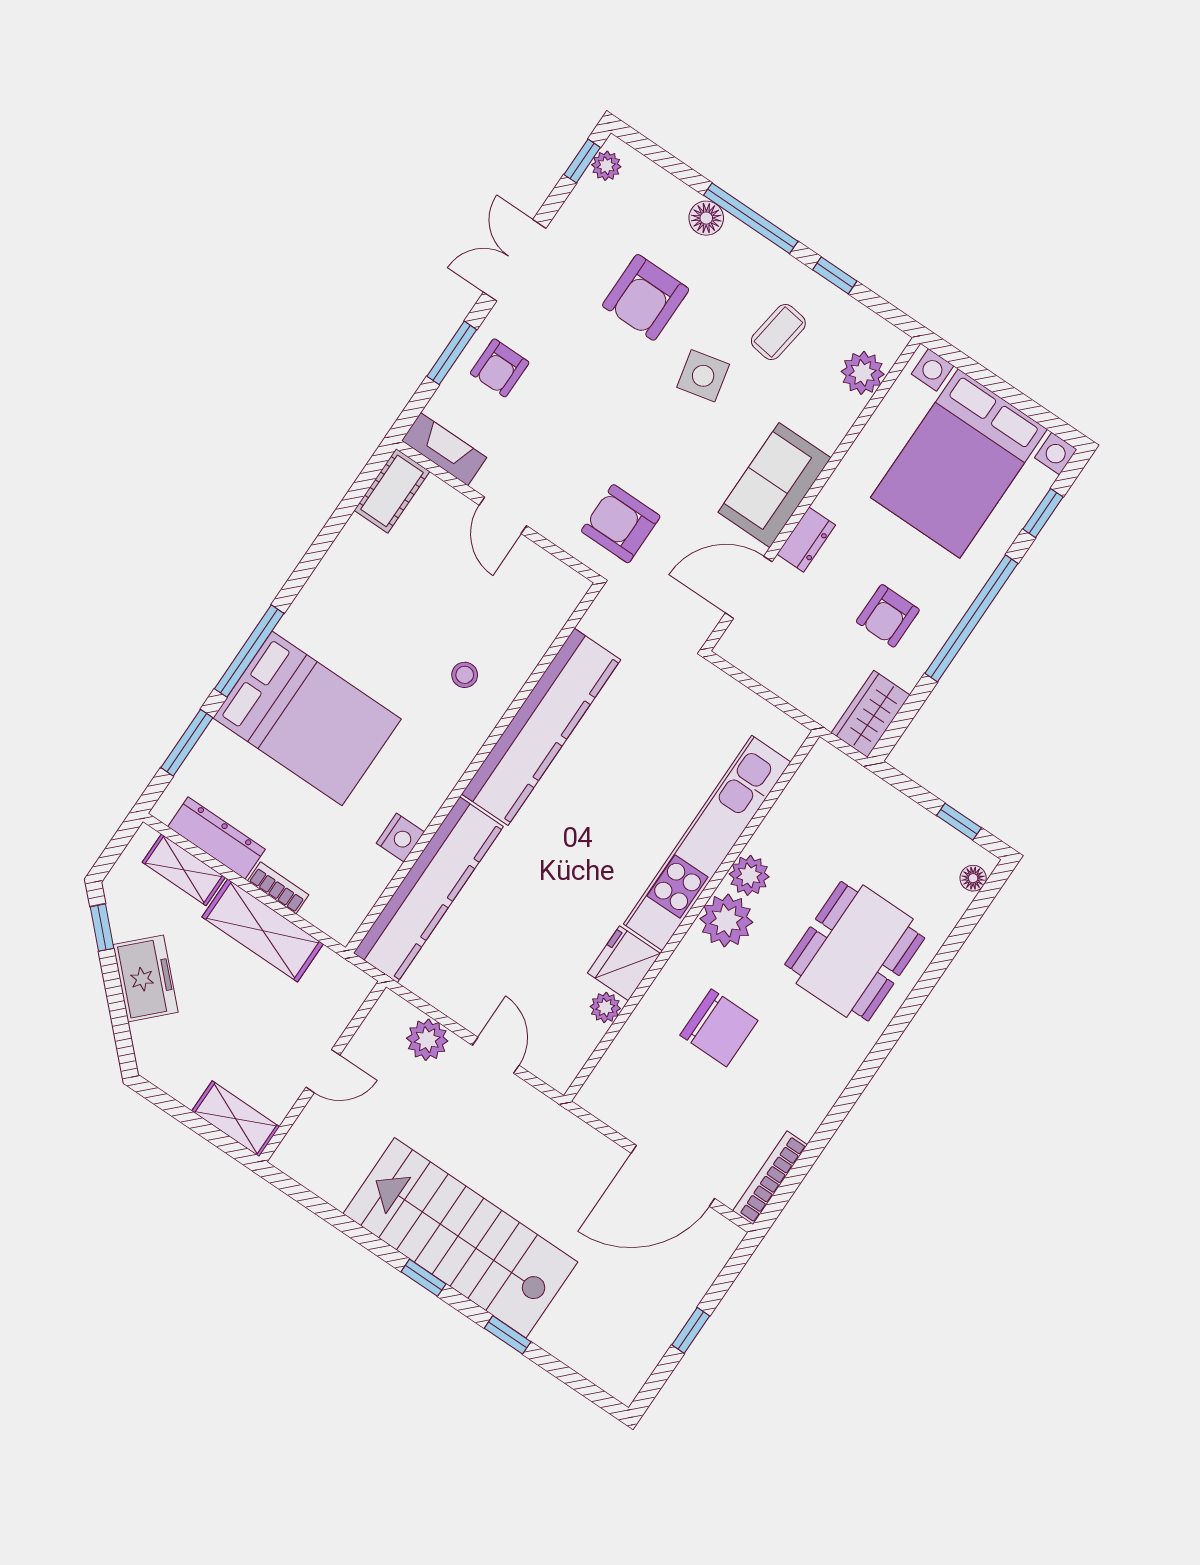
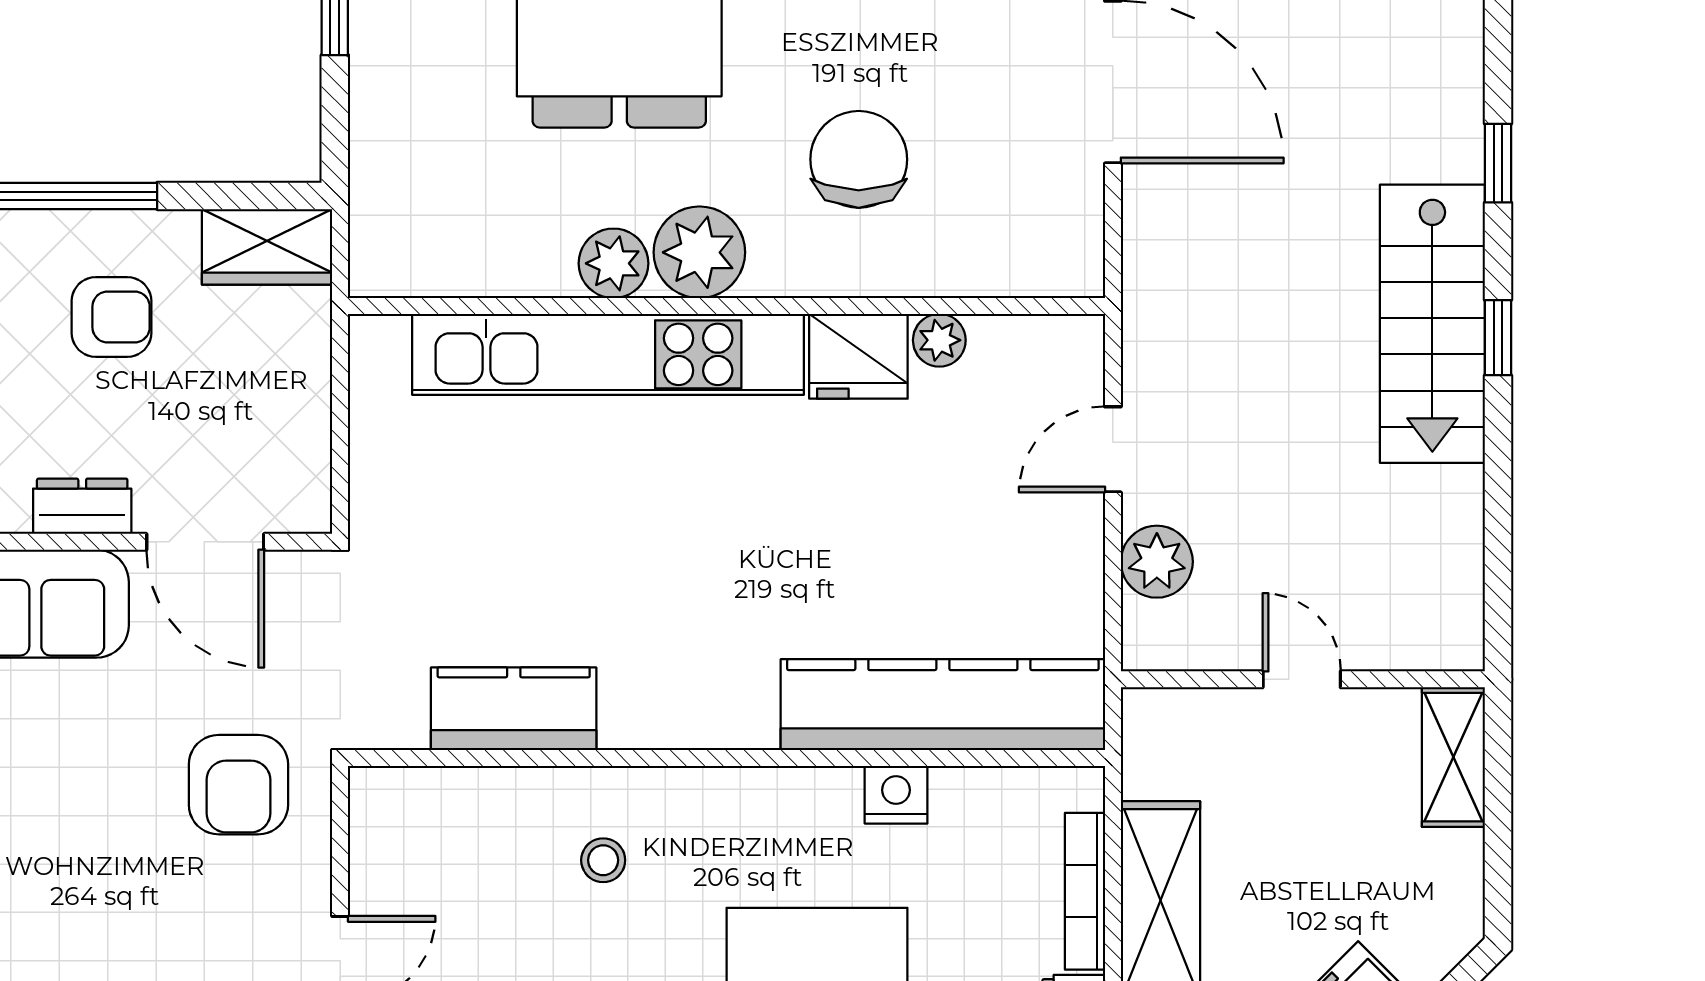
kitchen counter: (541, 727) -> (514, 709), width x0.48, depth x0.86
bookcase: (278, 888) -> (1085, 891), width x1.56
stairs: (460, 1238) -> (1432, 324), width x0.73, depth x0.66

